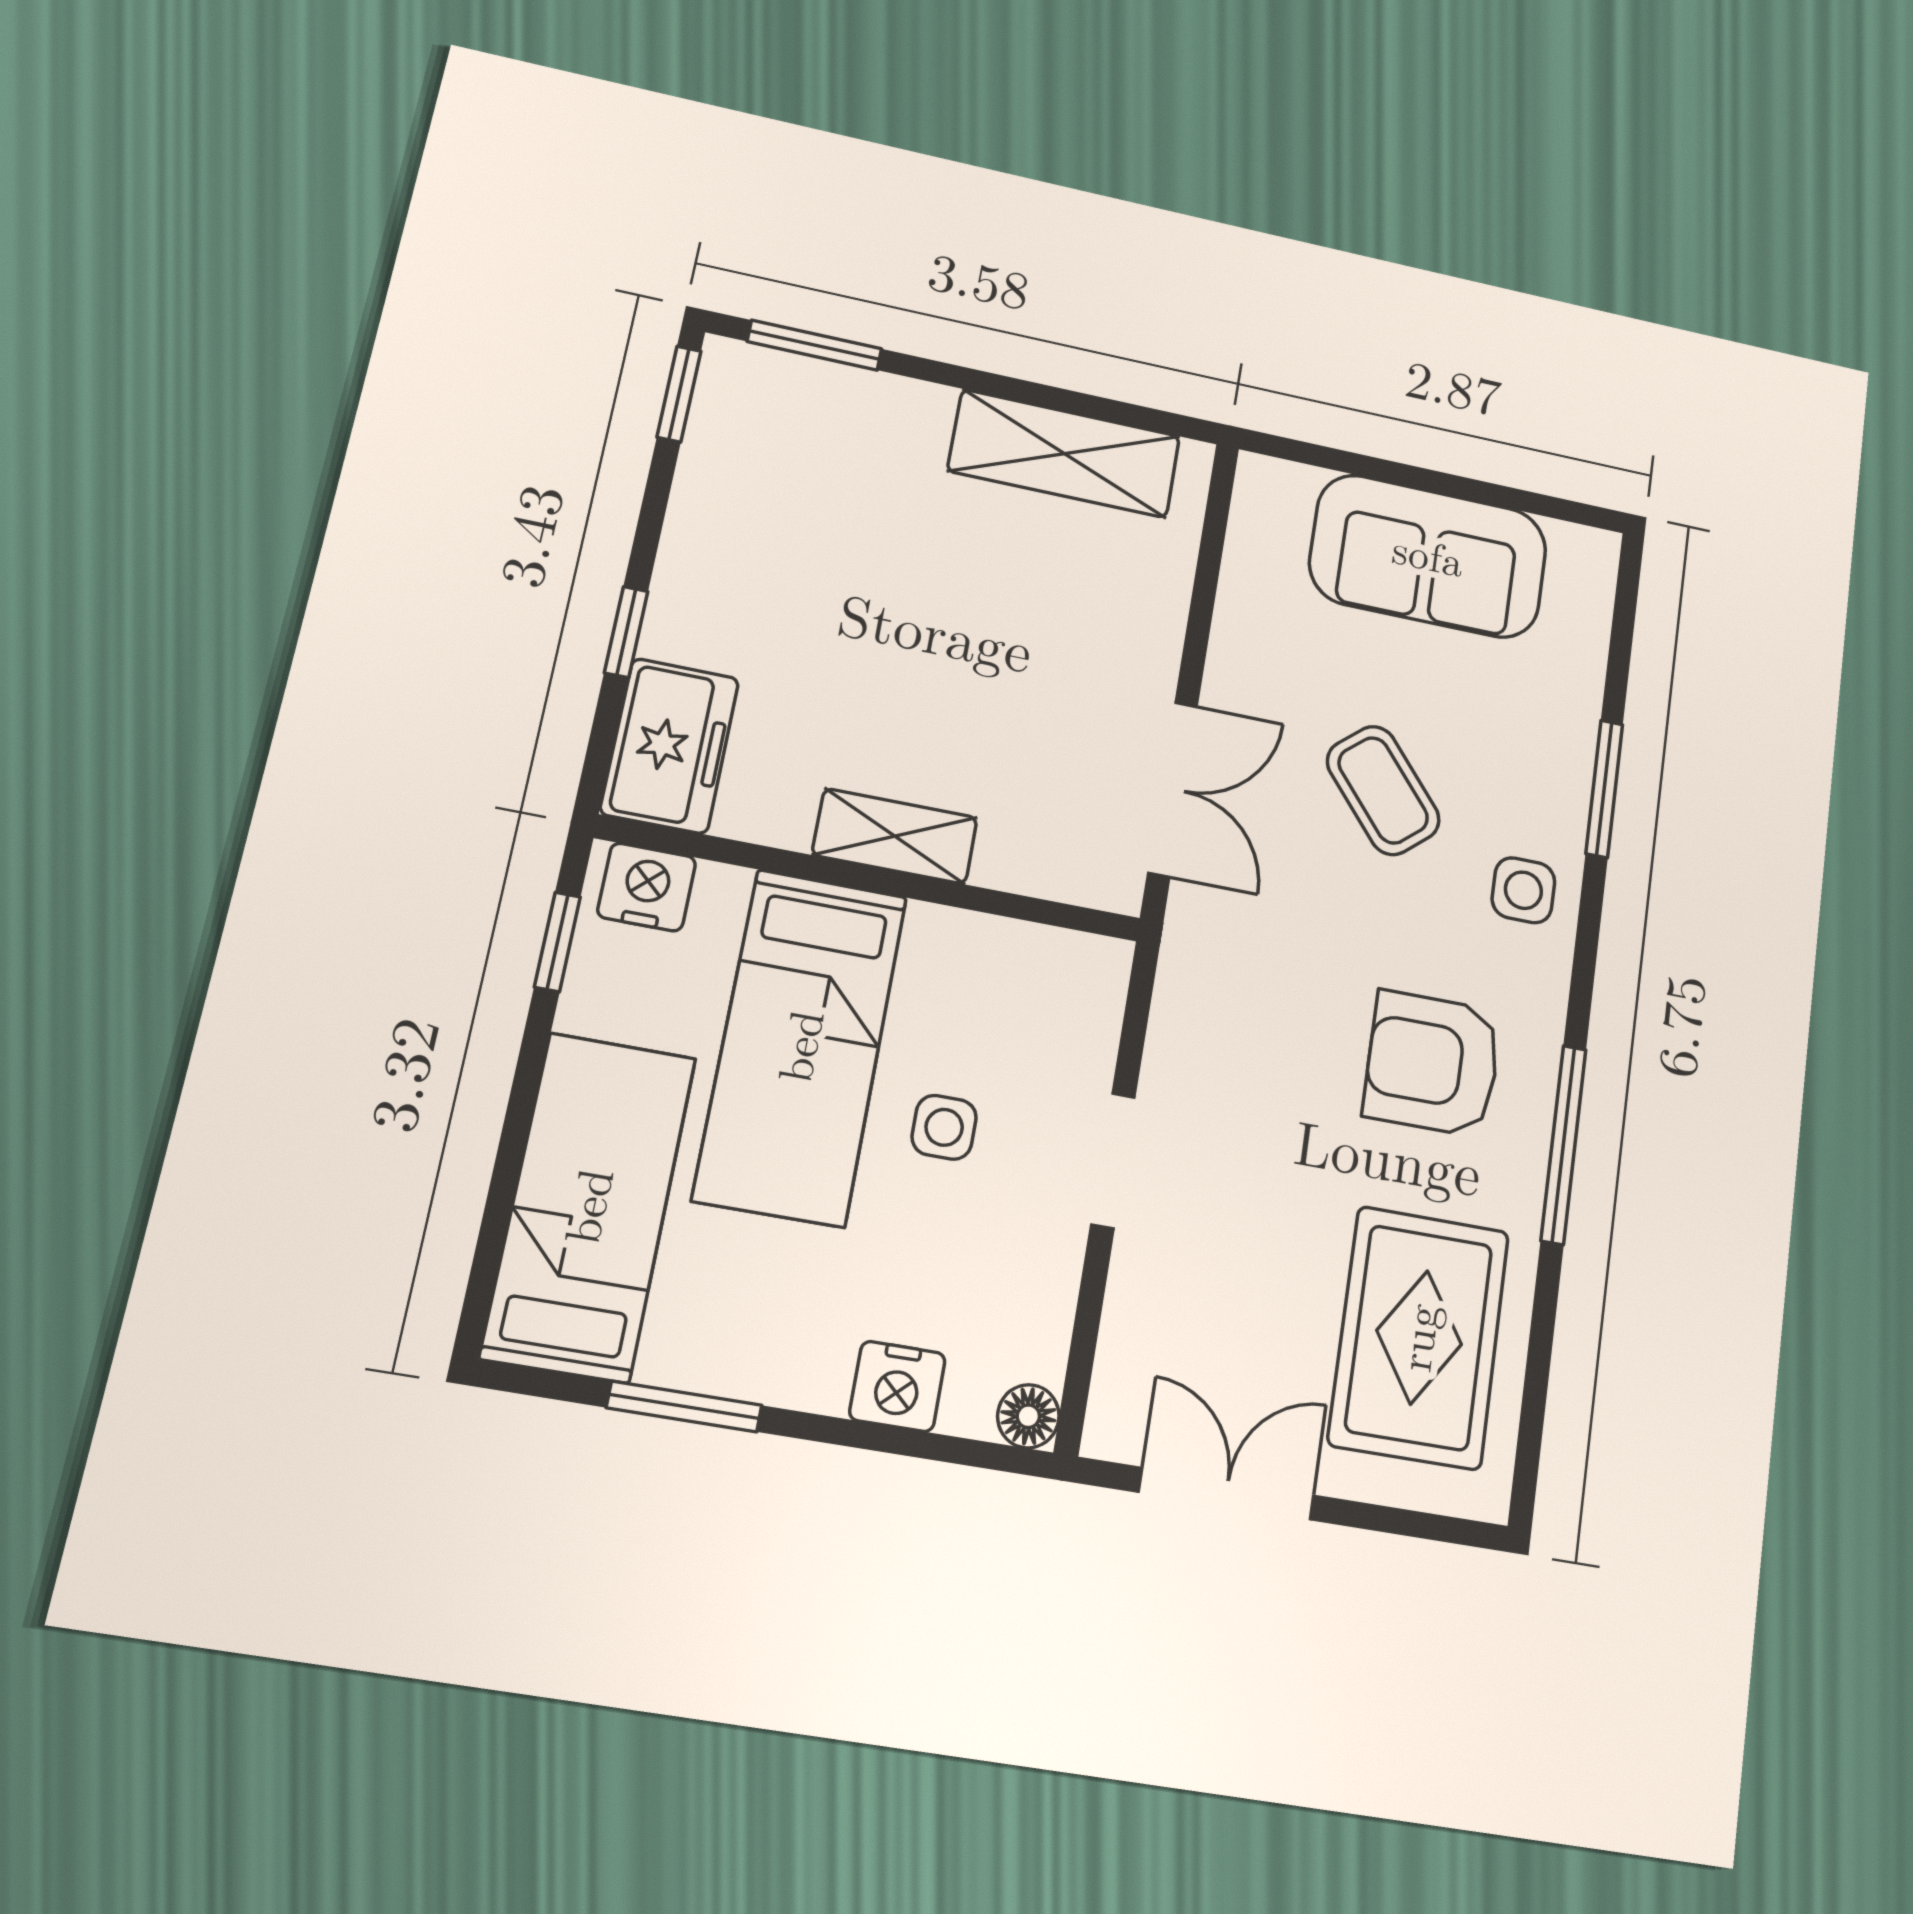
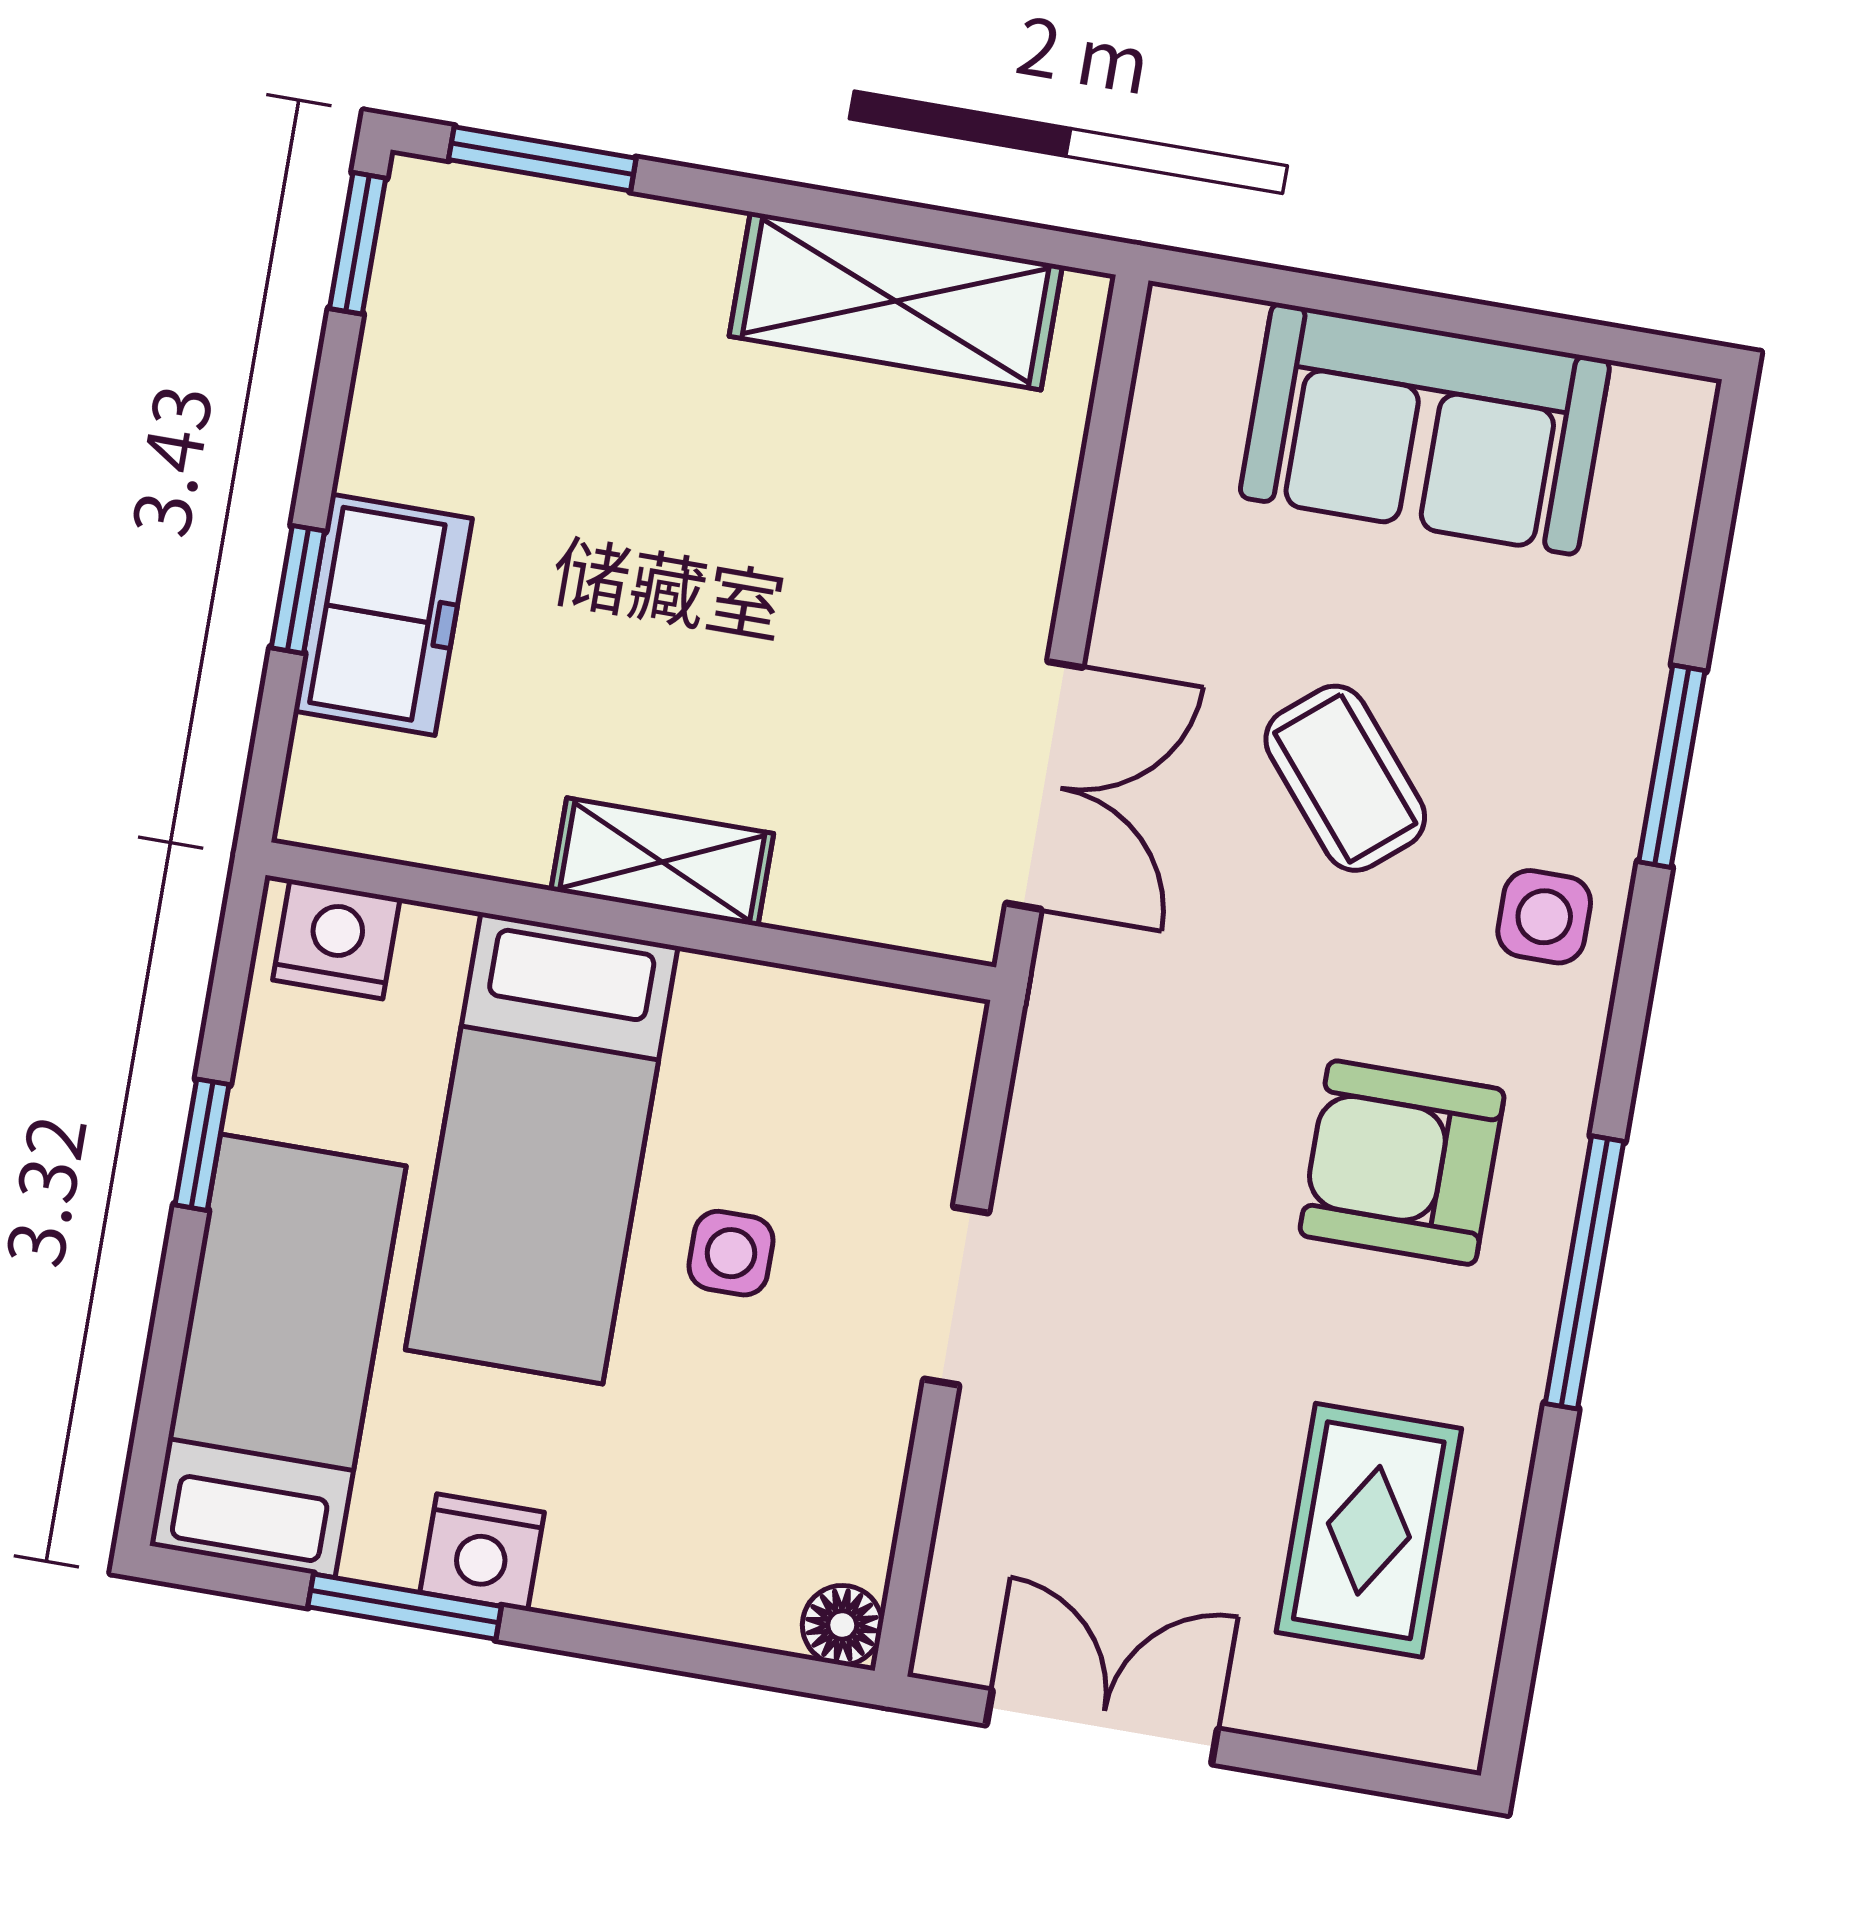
freezer: (670, 746) -> (383, 615), moved
window: (557, 942) -> (202, 1145), moved
rug: (1419, 1337) -> (1369, 1530), width x0.73, depth x0.70
nightstand: (897, 1386) -> (482, 1552), moved

